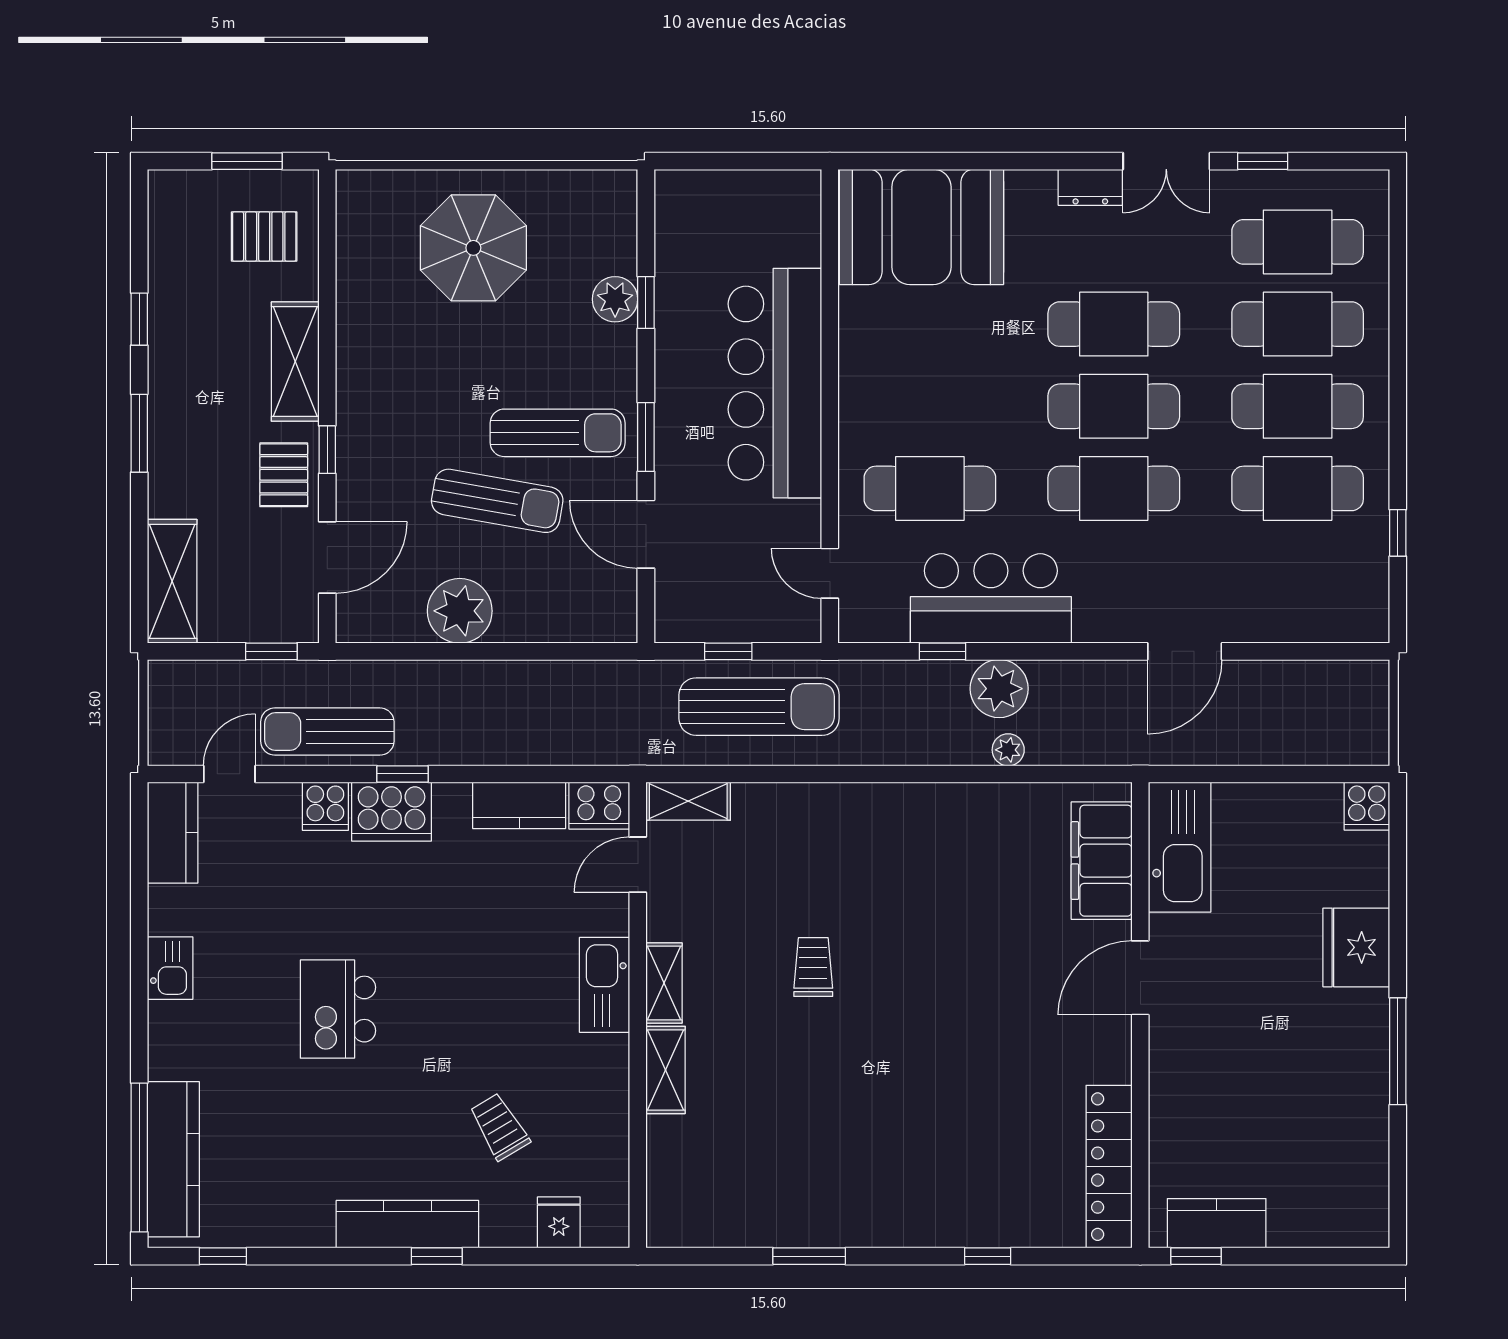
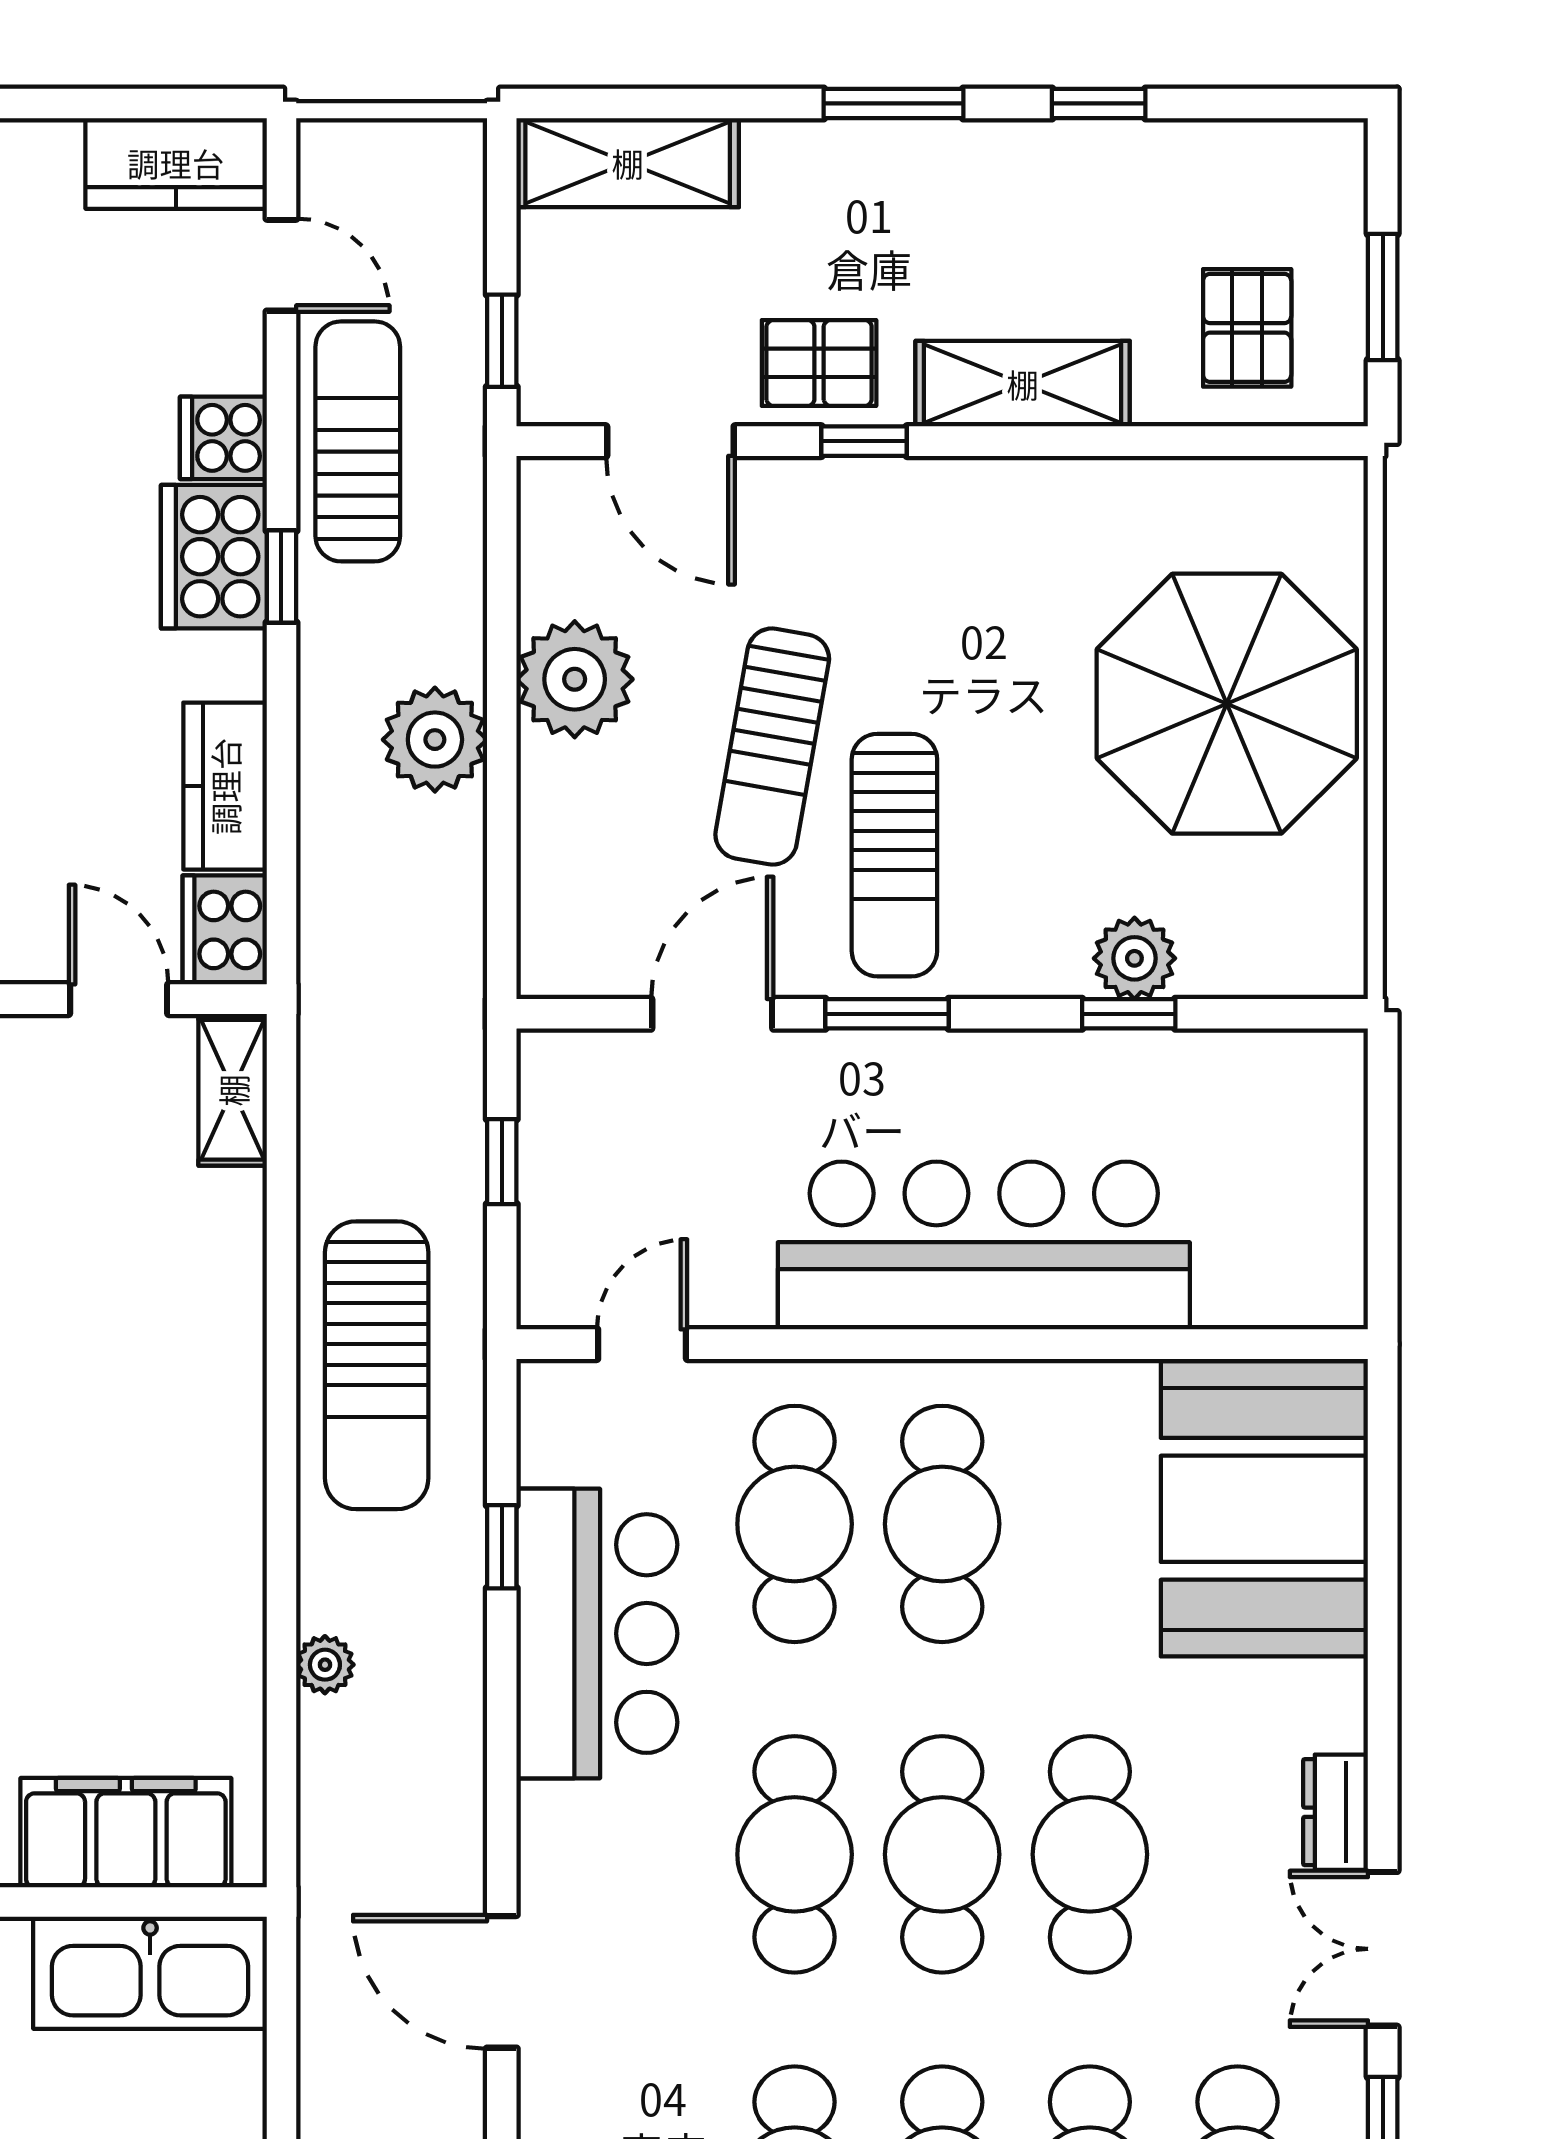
parasol: (473, 248) -> (1227, 704), width x1.36, depth x1.36
cafe table: (930, 406) -> (942, 1524), added
plant: (999, 689) -> (435, 740), moved
sun lounger: (759, 707) -> (377, 1365), moved

